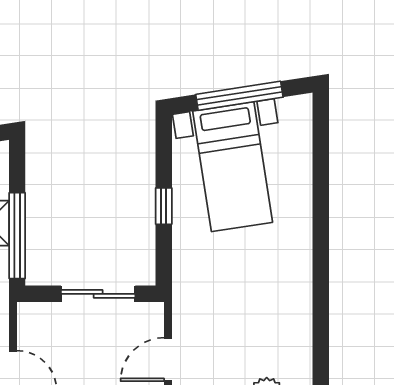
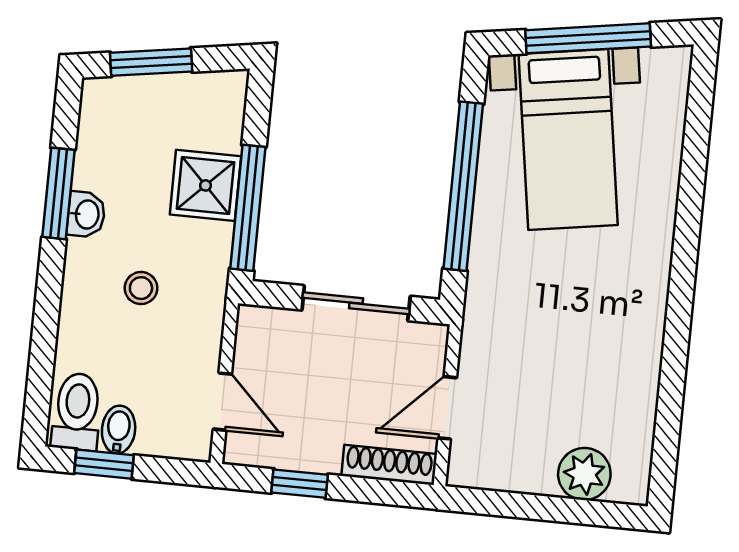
window: (164, 206) -> (463, 186), width x3.17

